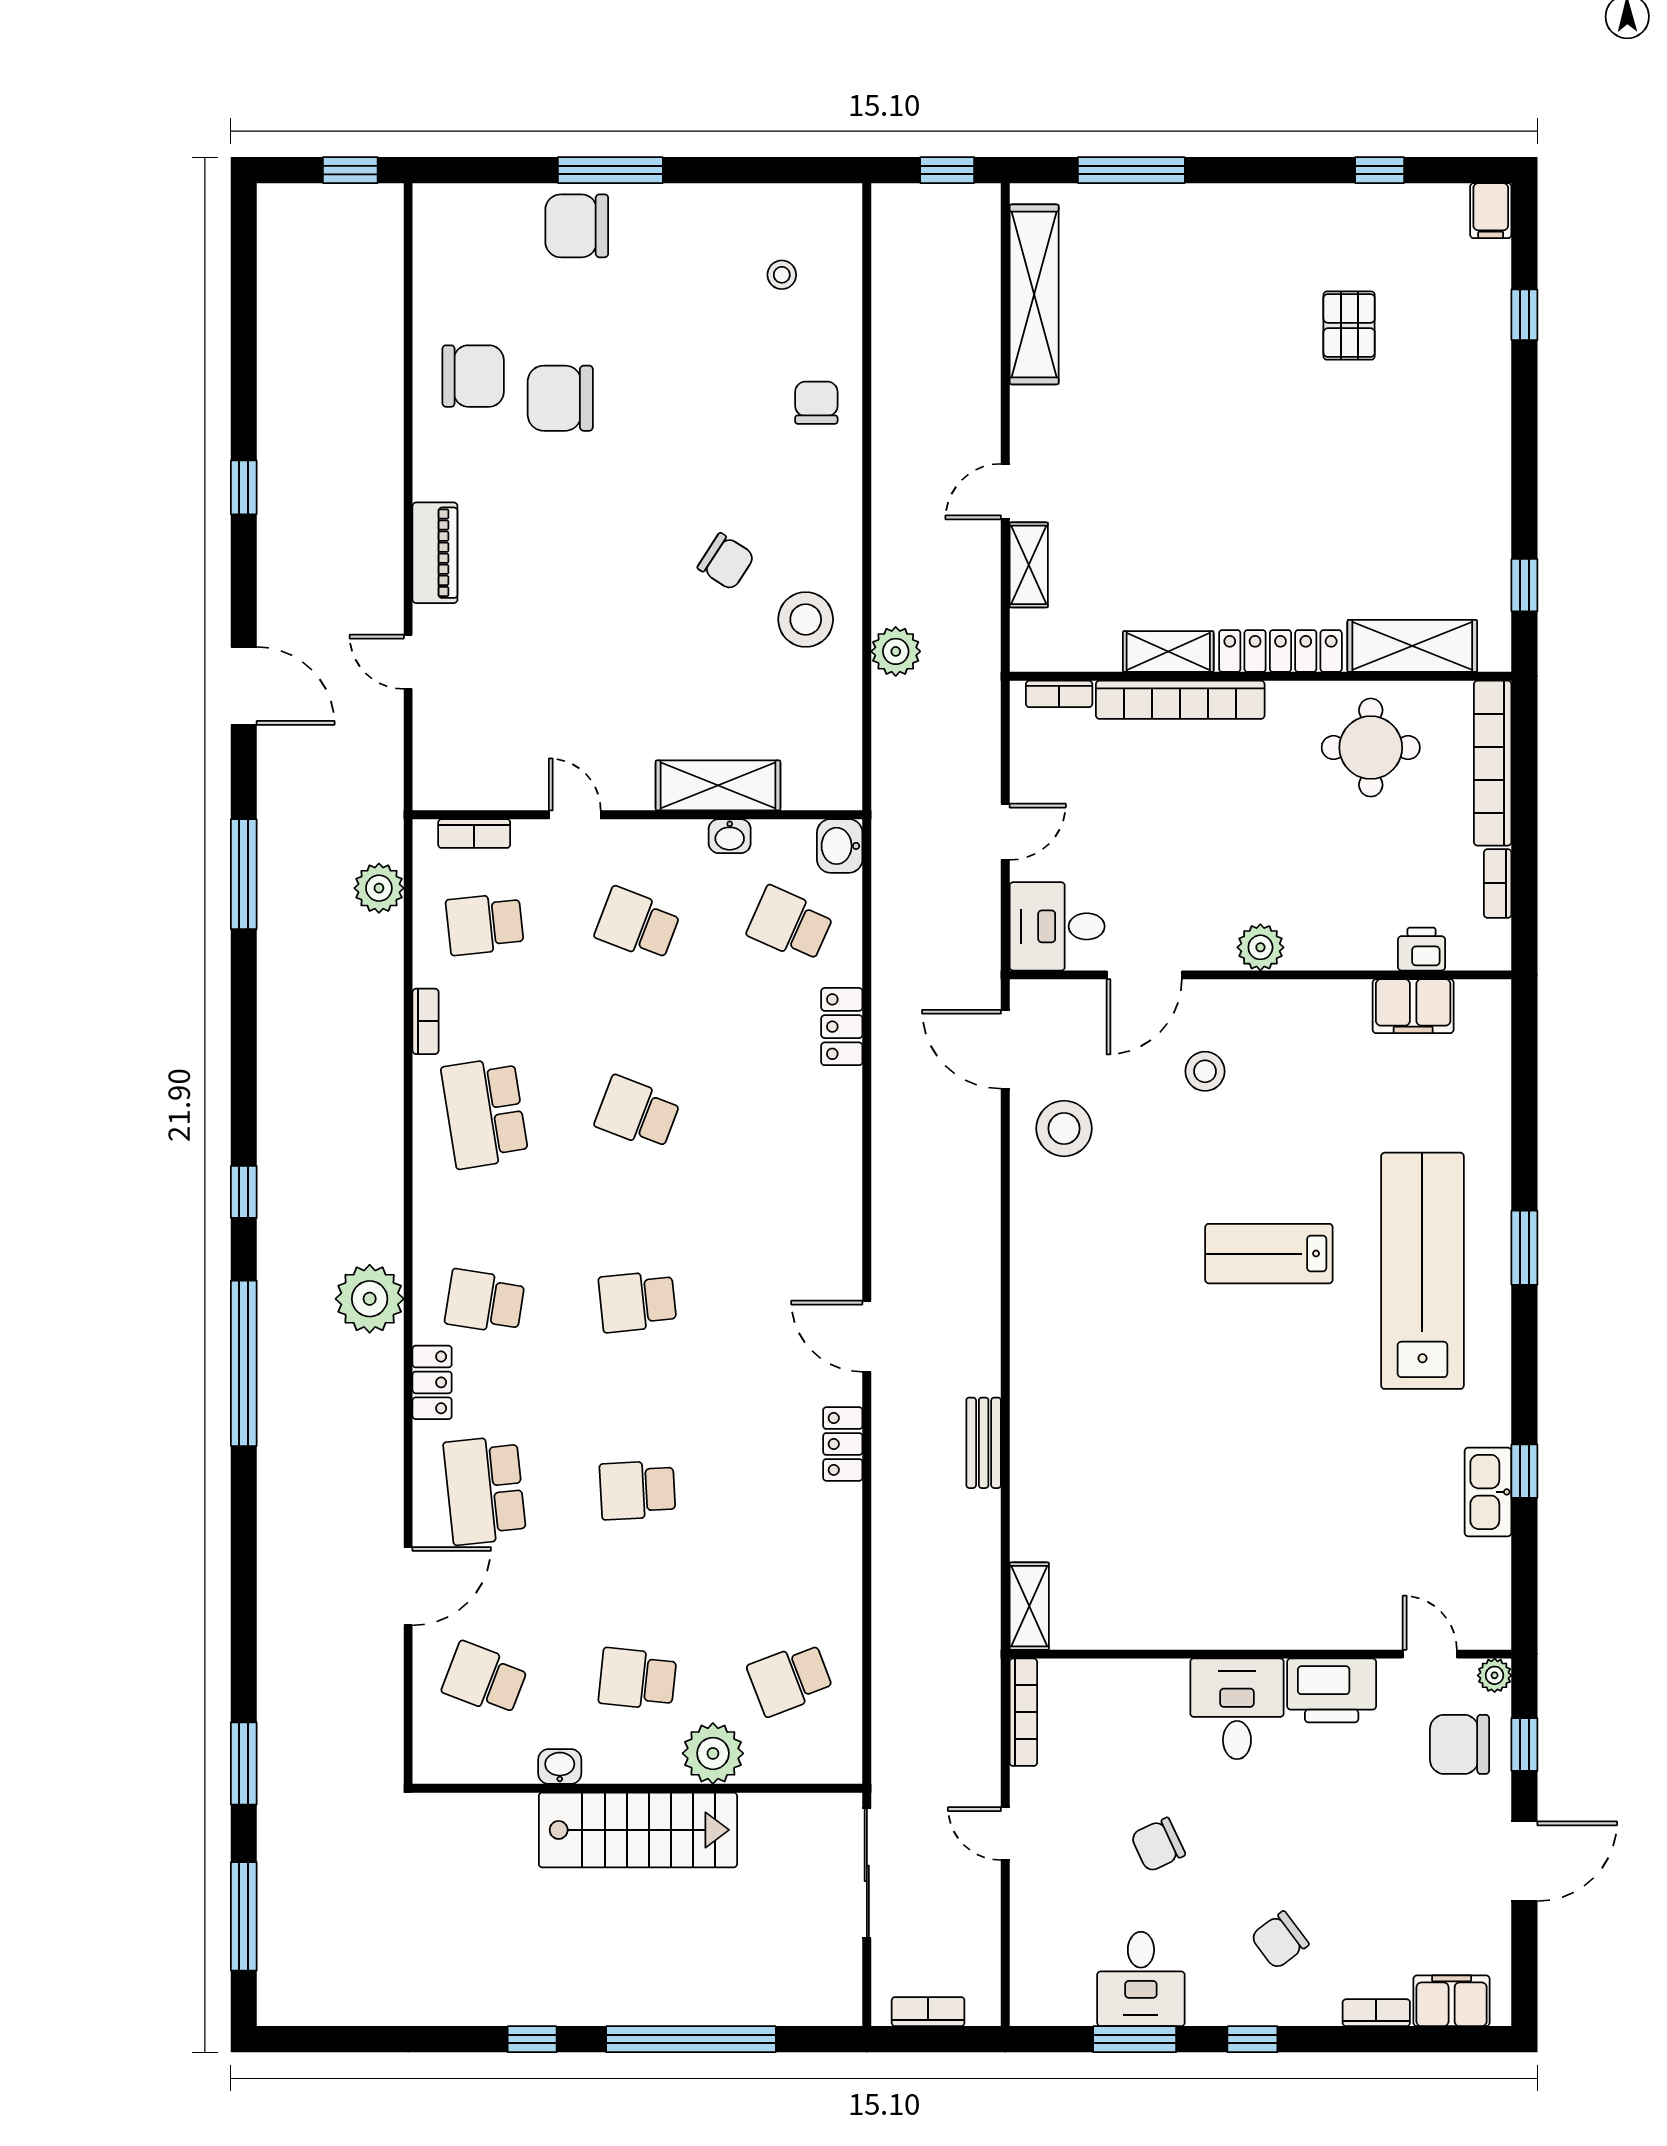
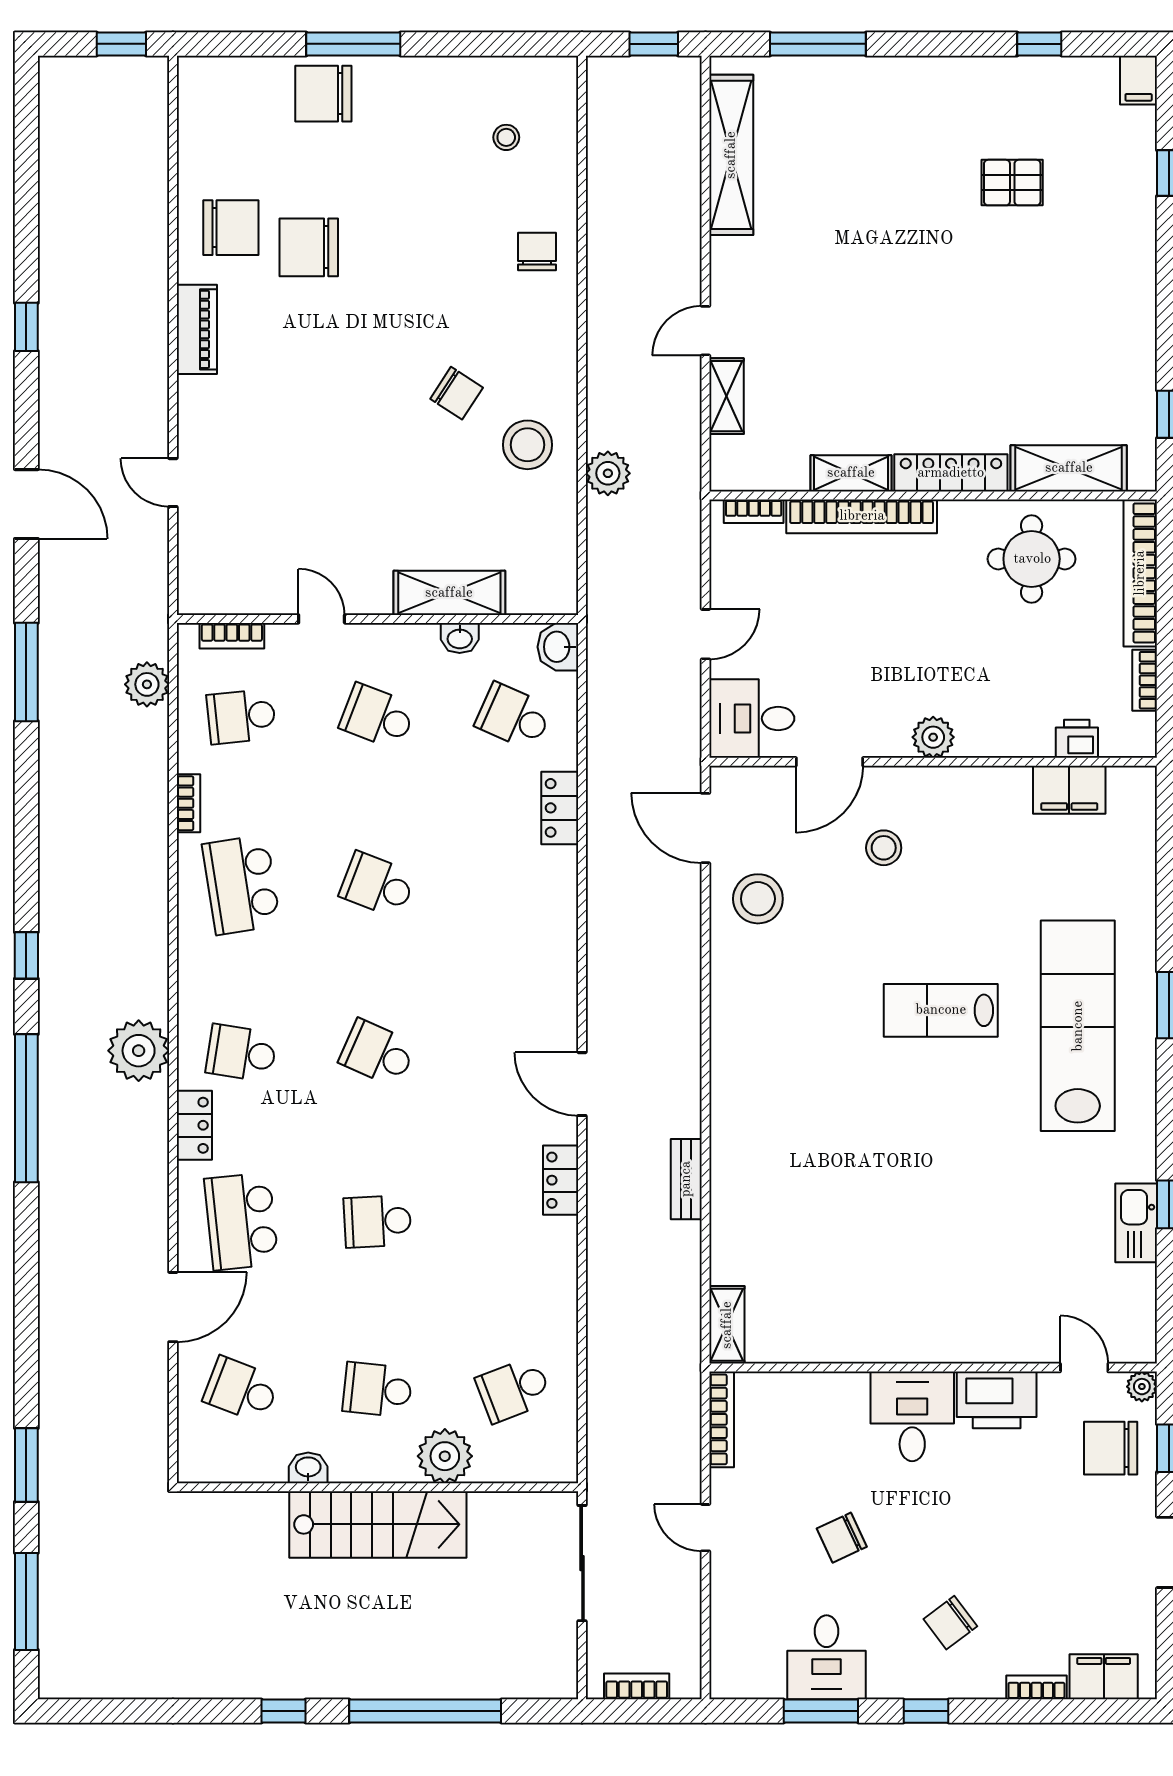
pallet: (1349, 326) -> (1012, 183), turned 90
piano: (435, 553) -> (197, 329), moved
school desk: (637, 1301) -> (377, 1053), turned 30

